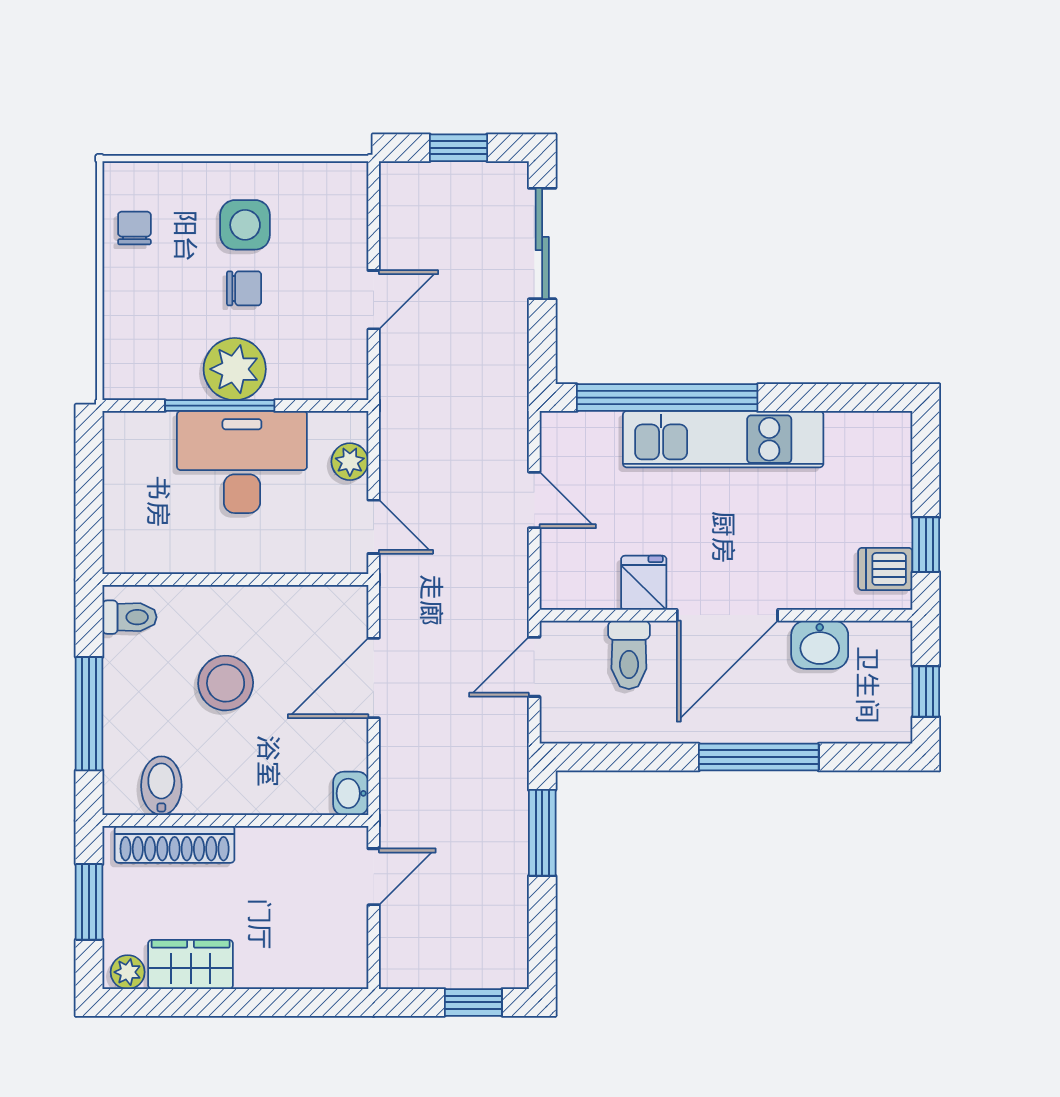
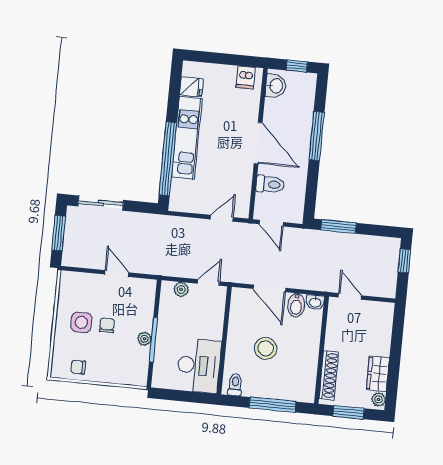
window: (458, 148) -> (59, 233), width x1.50
plant: (235, 369) -> (144, 339), width x0.53, depth x0.53
desk: (242, 462) -> (199, 366), moved, turned 180
door: (534, 500) -> (222, 218), moved
window: (926, 545) -> (237, 60), removed
fridge: (644, 583) -> (191, 87), moved, turned 180
washbasin: (820, 645) -> (276, 86), moved
bidet: (161, 786) -> (296, 305), moved, turned -90

